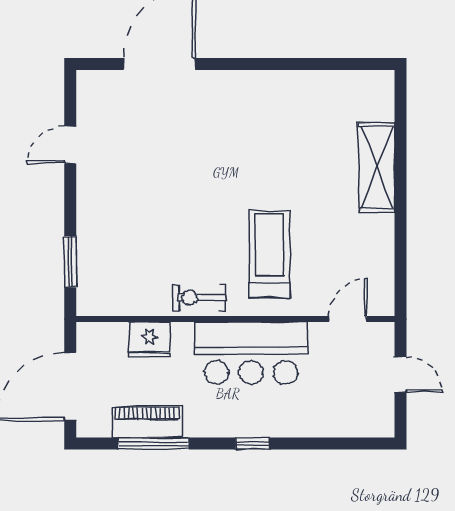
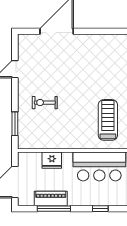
exercise bike: (199, 298) -> (45, 103), moved

